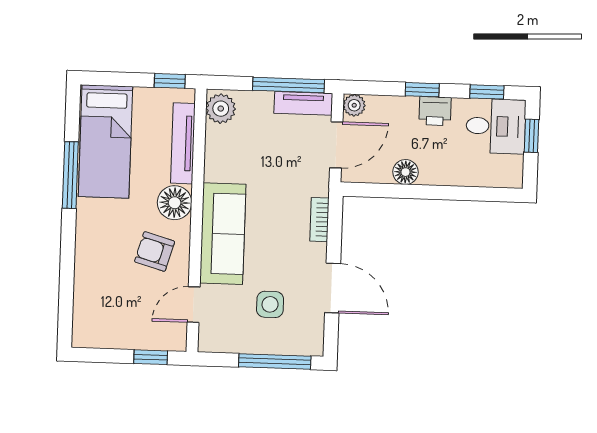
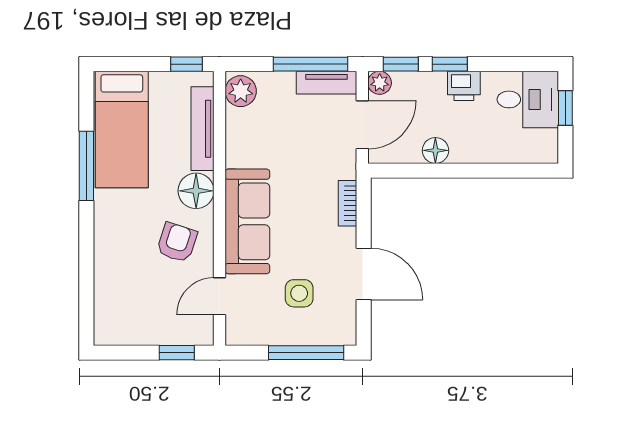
window: (487, 92) -> (401, 64), moved
armchair: (155, 251) -> (177, 242), turned 92

